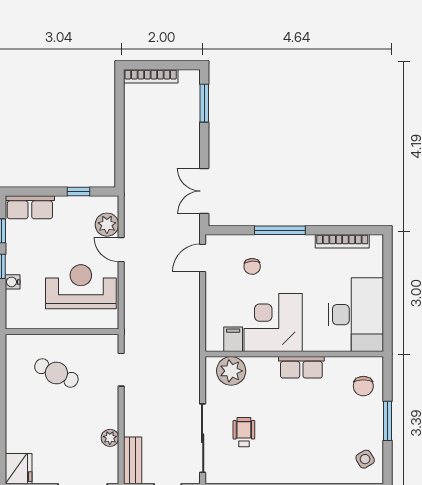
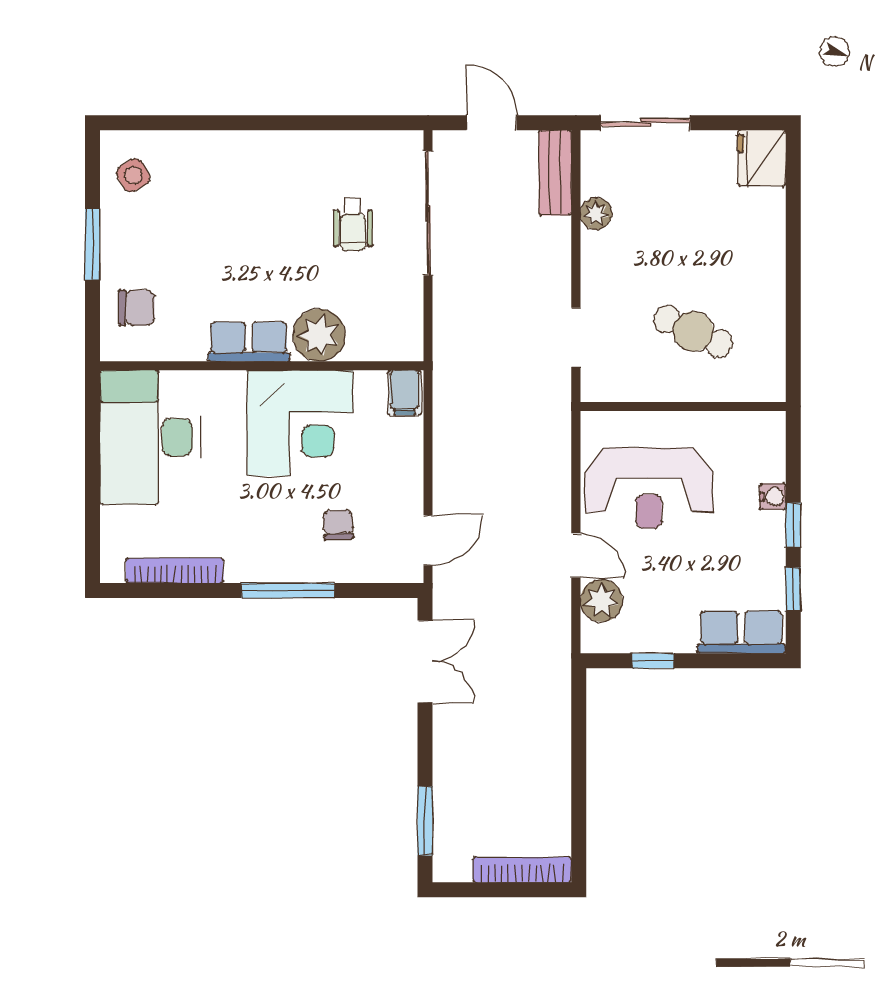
filing cabinet: (233, 339) -> (405, 393), moved
plant: (231, 371) -> (319, 335), moved
chair: (363, 386) -> (136, 308), turned 90

